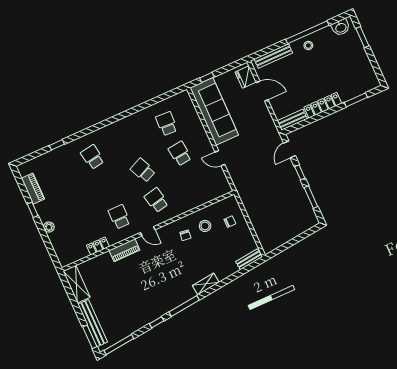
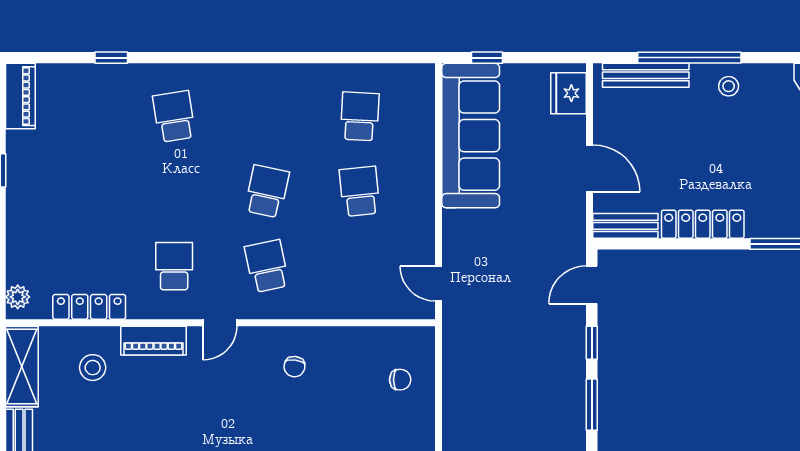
window: (307, 32) -> (689, 58), moved
door: (262, 91) -> (590, 168), moved
door: (220, 158) -> (439, 284), moved
school desk: (143, 170) -> (267, 191), turned 36
piano: (33, 189) -> (20, 96), moved
stool: (205, 226) -> (93, 368), moved
plant: (49, 227) -> (18, 297), moved
door: (148, 231) -> (220, 323), hinge flipped
locker: (98, 246) -> (89, 307), width x1.53

